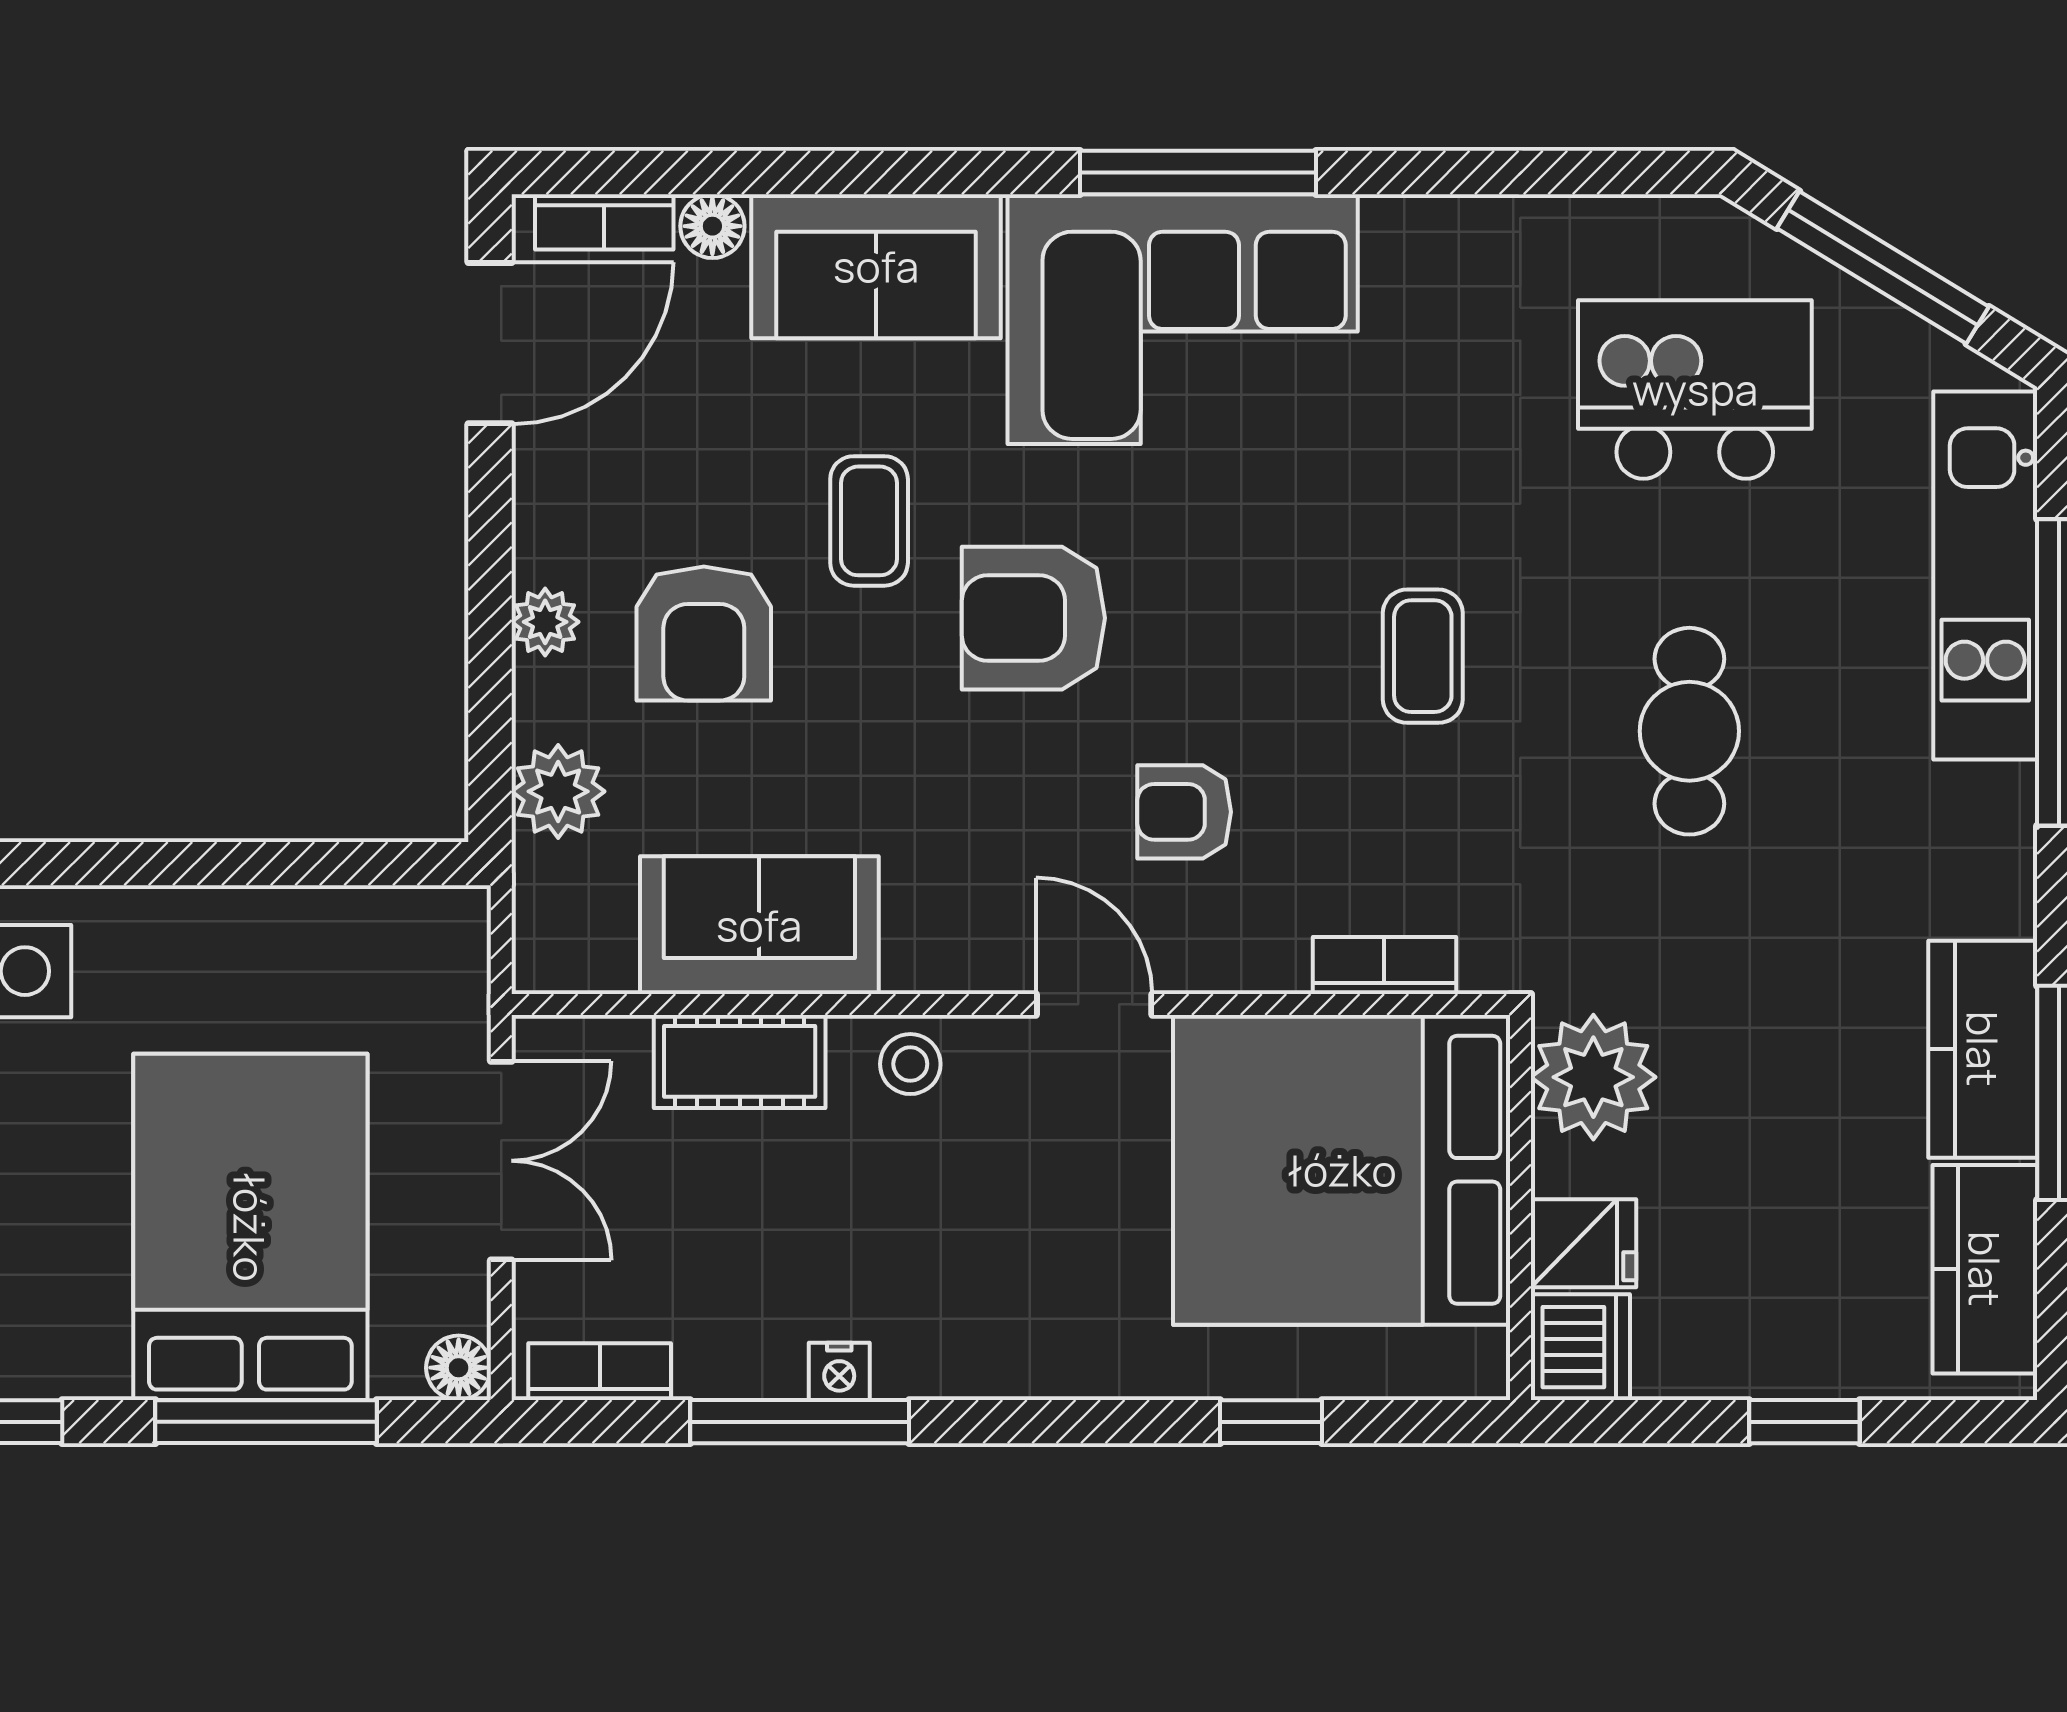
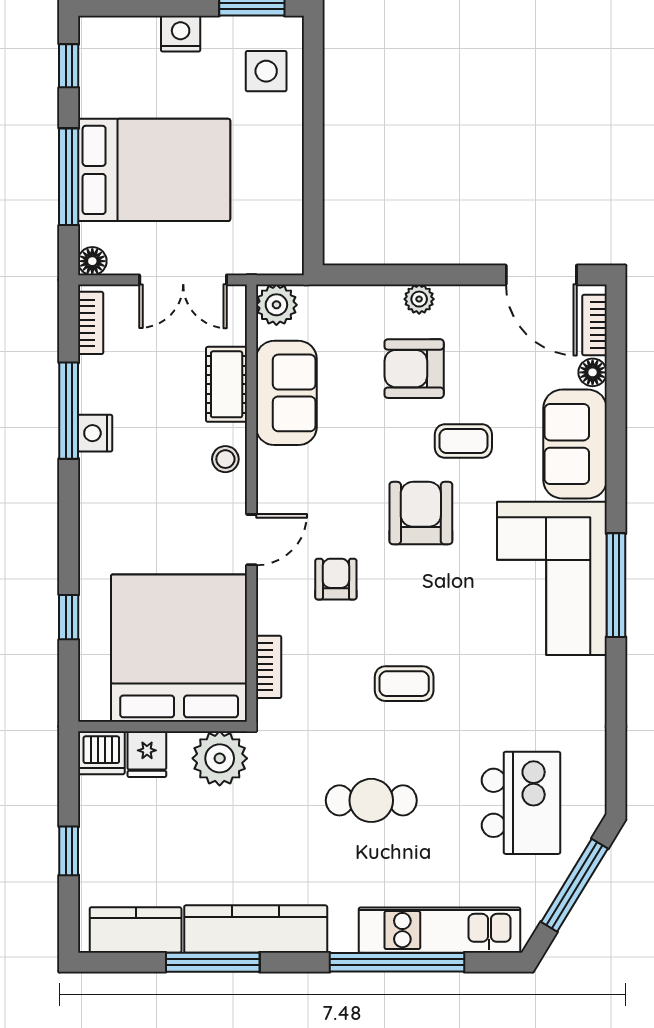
plant: (558, 791) -> (276, 305), moved
kitchen counter: (1983, 1049) -> (256, 929), width x1.50
nightstand: (839, 1371) -> (95, 433), width x1.39, depth x1.35

